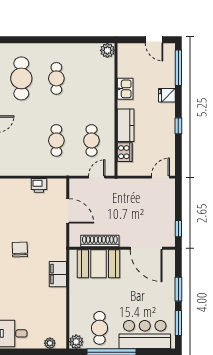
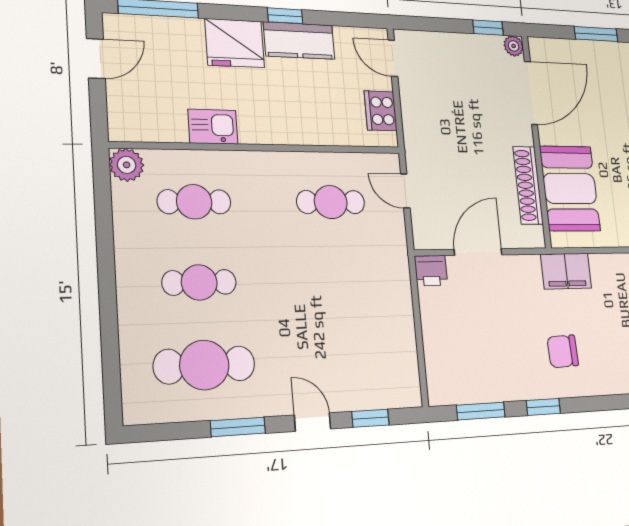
fridge: (167, 95) -> (235, 43), width x1.88, depth x1.34
kitchen counter: (126, 125) -> (299, 41), moved, turned 180
cafe table: (56, 140) -> (194, 202), moved
cooker: (125, 152) -> (381, 111), moved, turned -90
printer: (39, 185) -> (431, 271), moved, turned 90
plant: (170, 242) -> (514, 46), added
filing cabinet: (58, 274) -> (566, 271), moved

